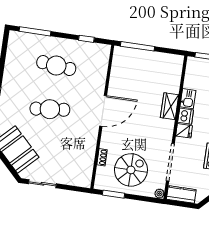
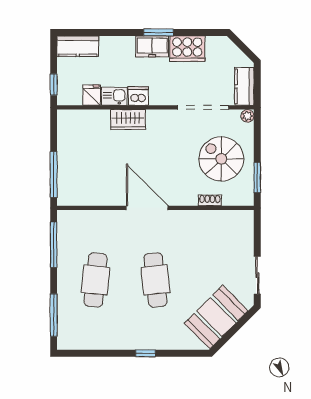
window: (86, 39) -> (54, 245), width x2.17
fridge: (184, 131) -> (92, 95), moved

